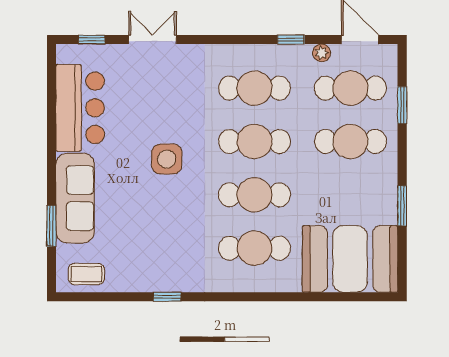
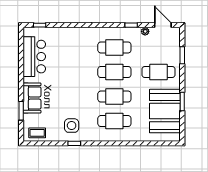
double door: (152, 40) -> (68, 25), removed
cafe table: (350, 88) -> (159, 47), removed
side table: (167, 159) -> (72, 126), moved
sofa: (75, 198) -> (32, 98), width x0.73
booth: (350, 259) -> (165, 111), moved, turned 90

